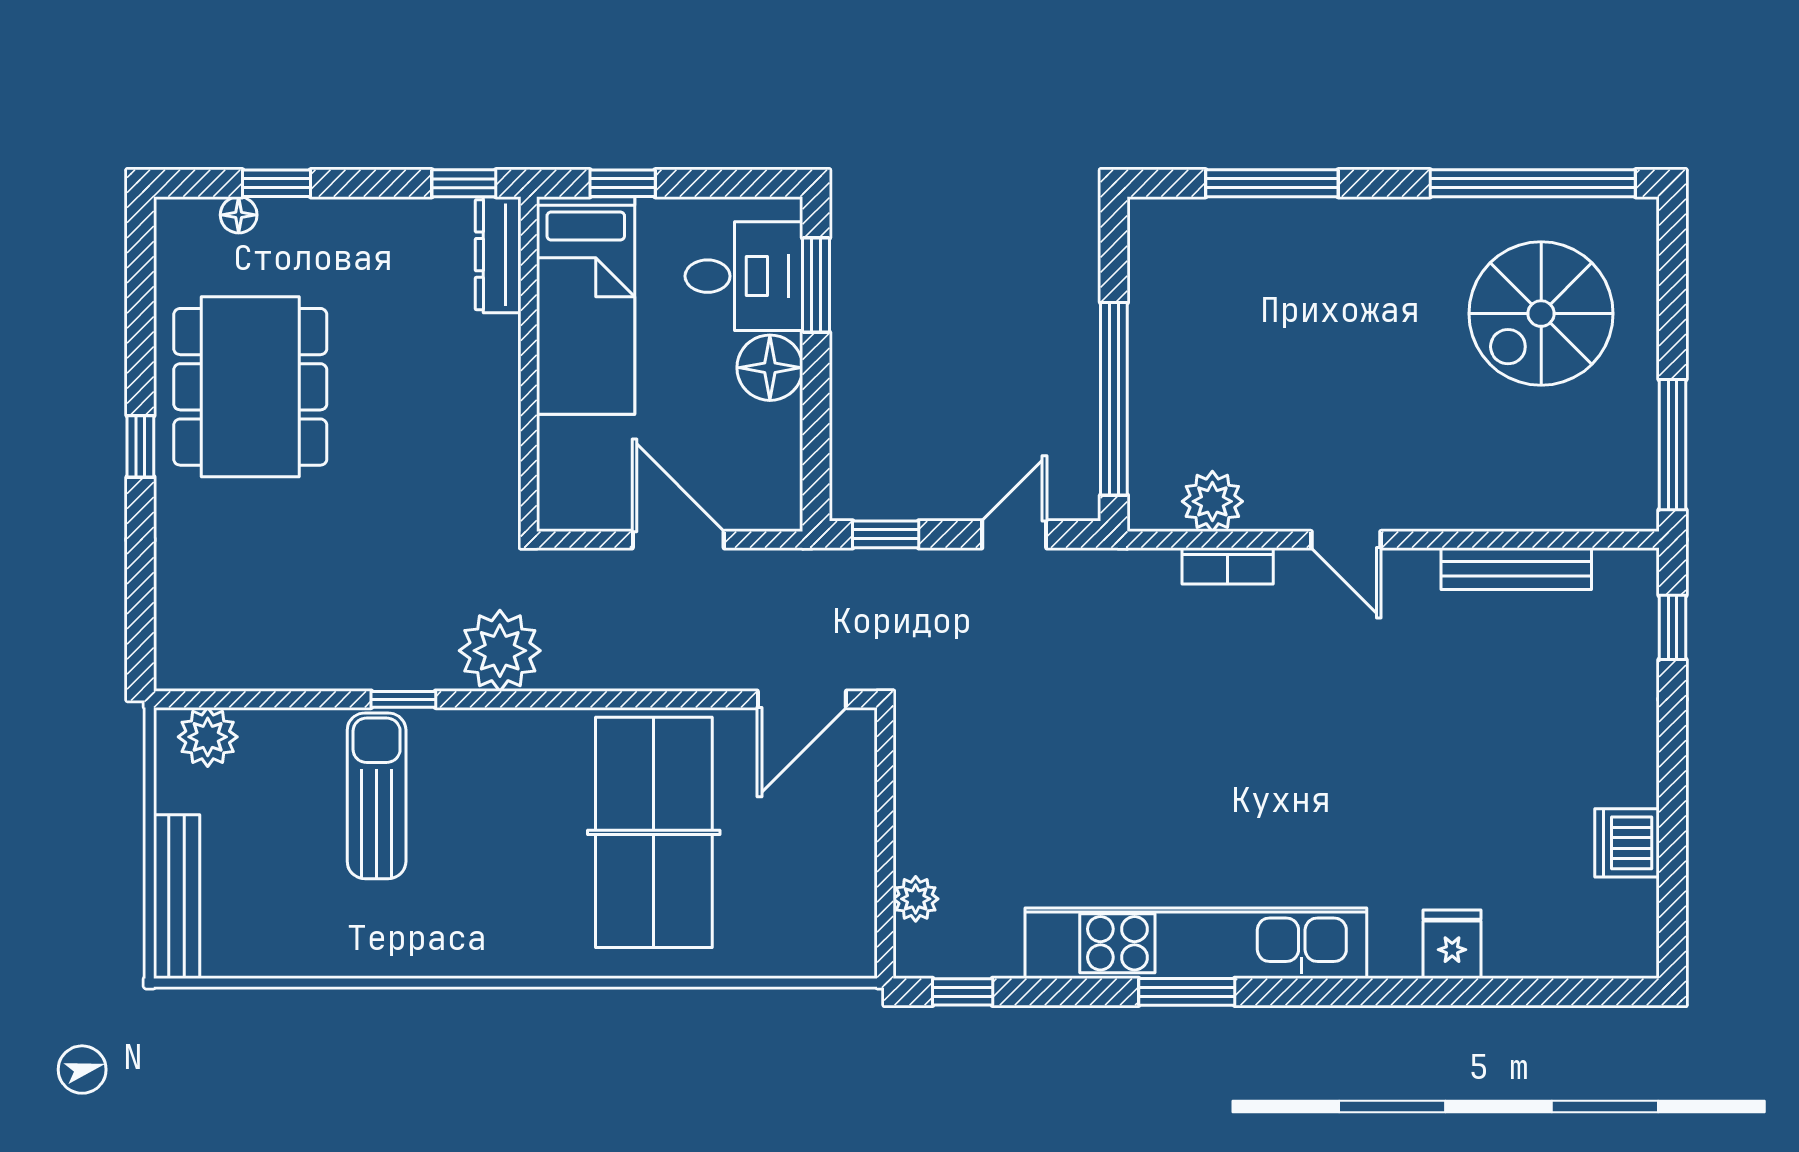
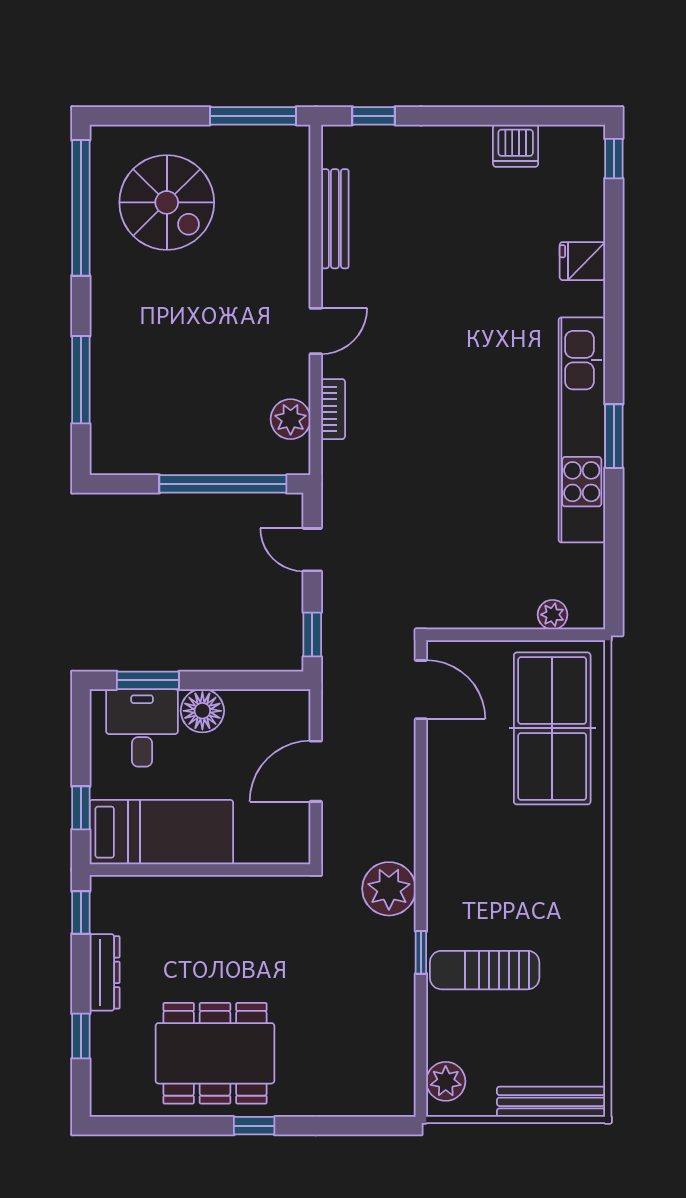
floor lamp: (239, 215) -> (102, 1061), removed
dresser: (498, 255) -> (105, 972), moved, turned -90
table tennis table: (654, 832) -> (552, 728), moved, turned 90
window: (963, 992) -> (614, 159), moved

